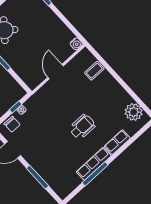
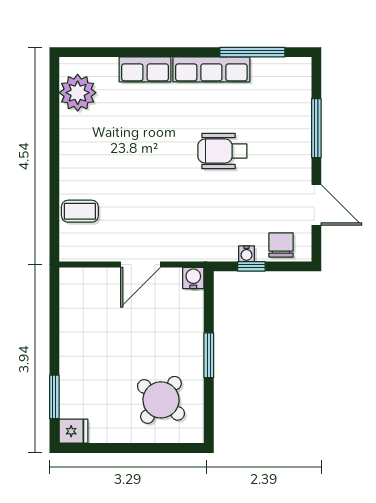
water cooler: (76, 44) -> (193, 278), moved
wheelchair: (82, 127) -> (222, 151), moved
window: (95, 174) -> (252, 52), moved

